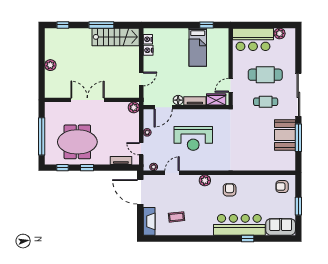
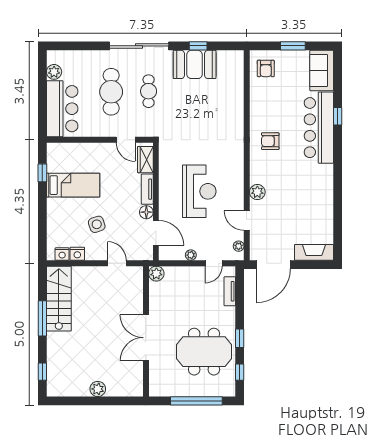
side table: (169, 64) -> (97, 224), added
window: (298, 138) -> (198, 46), width x0.46
meeting table: (77, 142) -> (204, 352), turned 90
plant: (205, 180) -> (257, 192), moved
coffee table: (176, 217) -> (308, 215), removed

